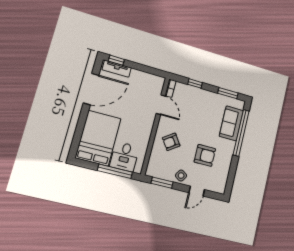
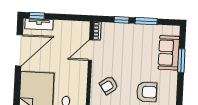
window: (228, 93) -> (146, 21), moved
door: (161, 105) -> (91, 50), swing flipped
window: (241, 133) -> (181, 61), width x0.47

